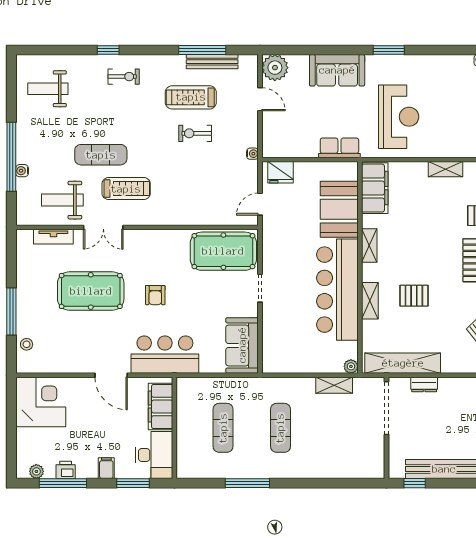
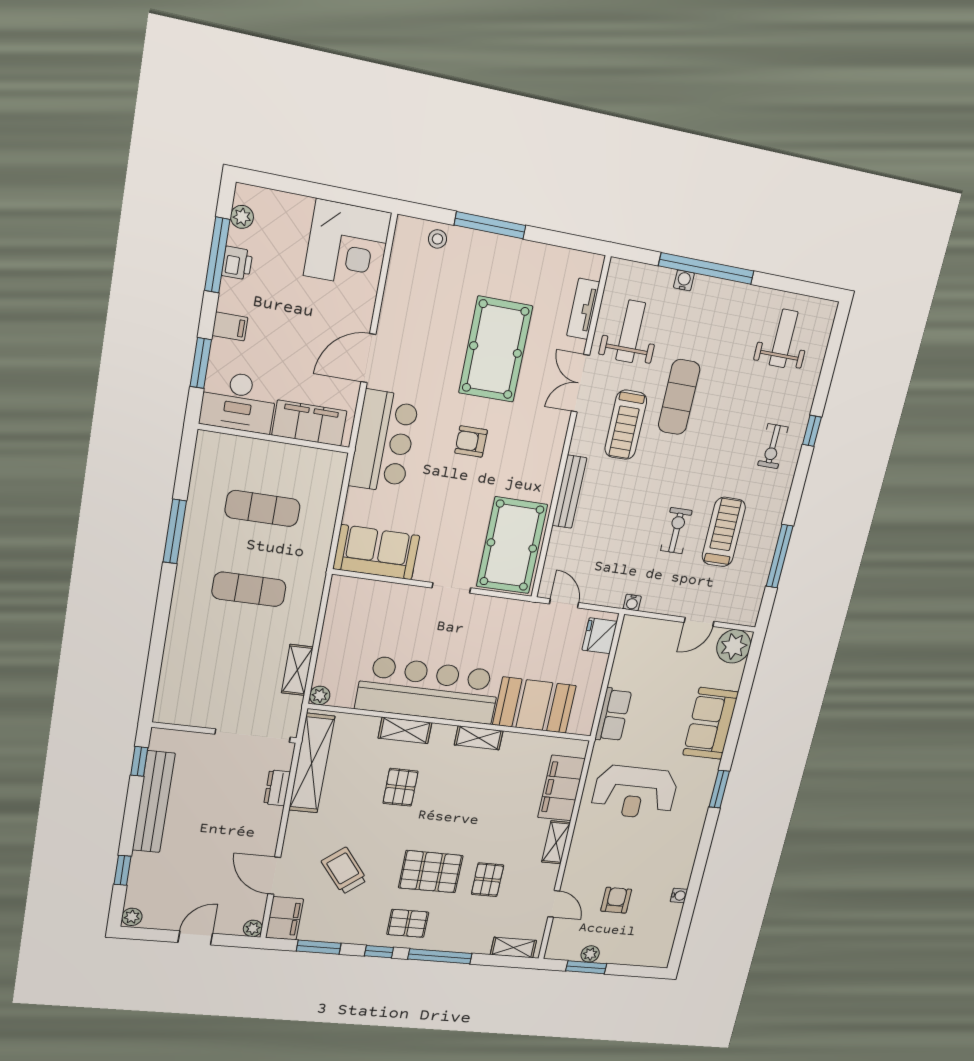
bench: (212, 62) -> (569, 492), moved
filing cabinet: (375, 188) -> (561, 788), moved, turned 90

